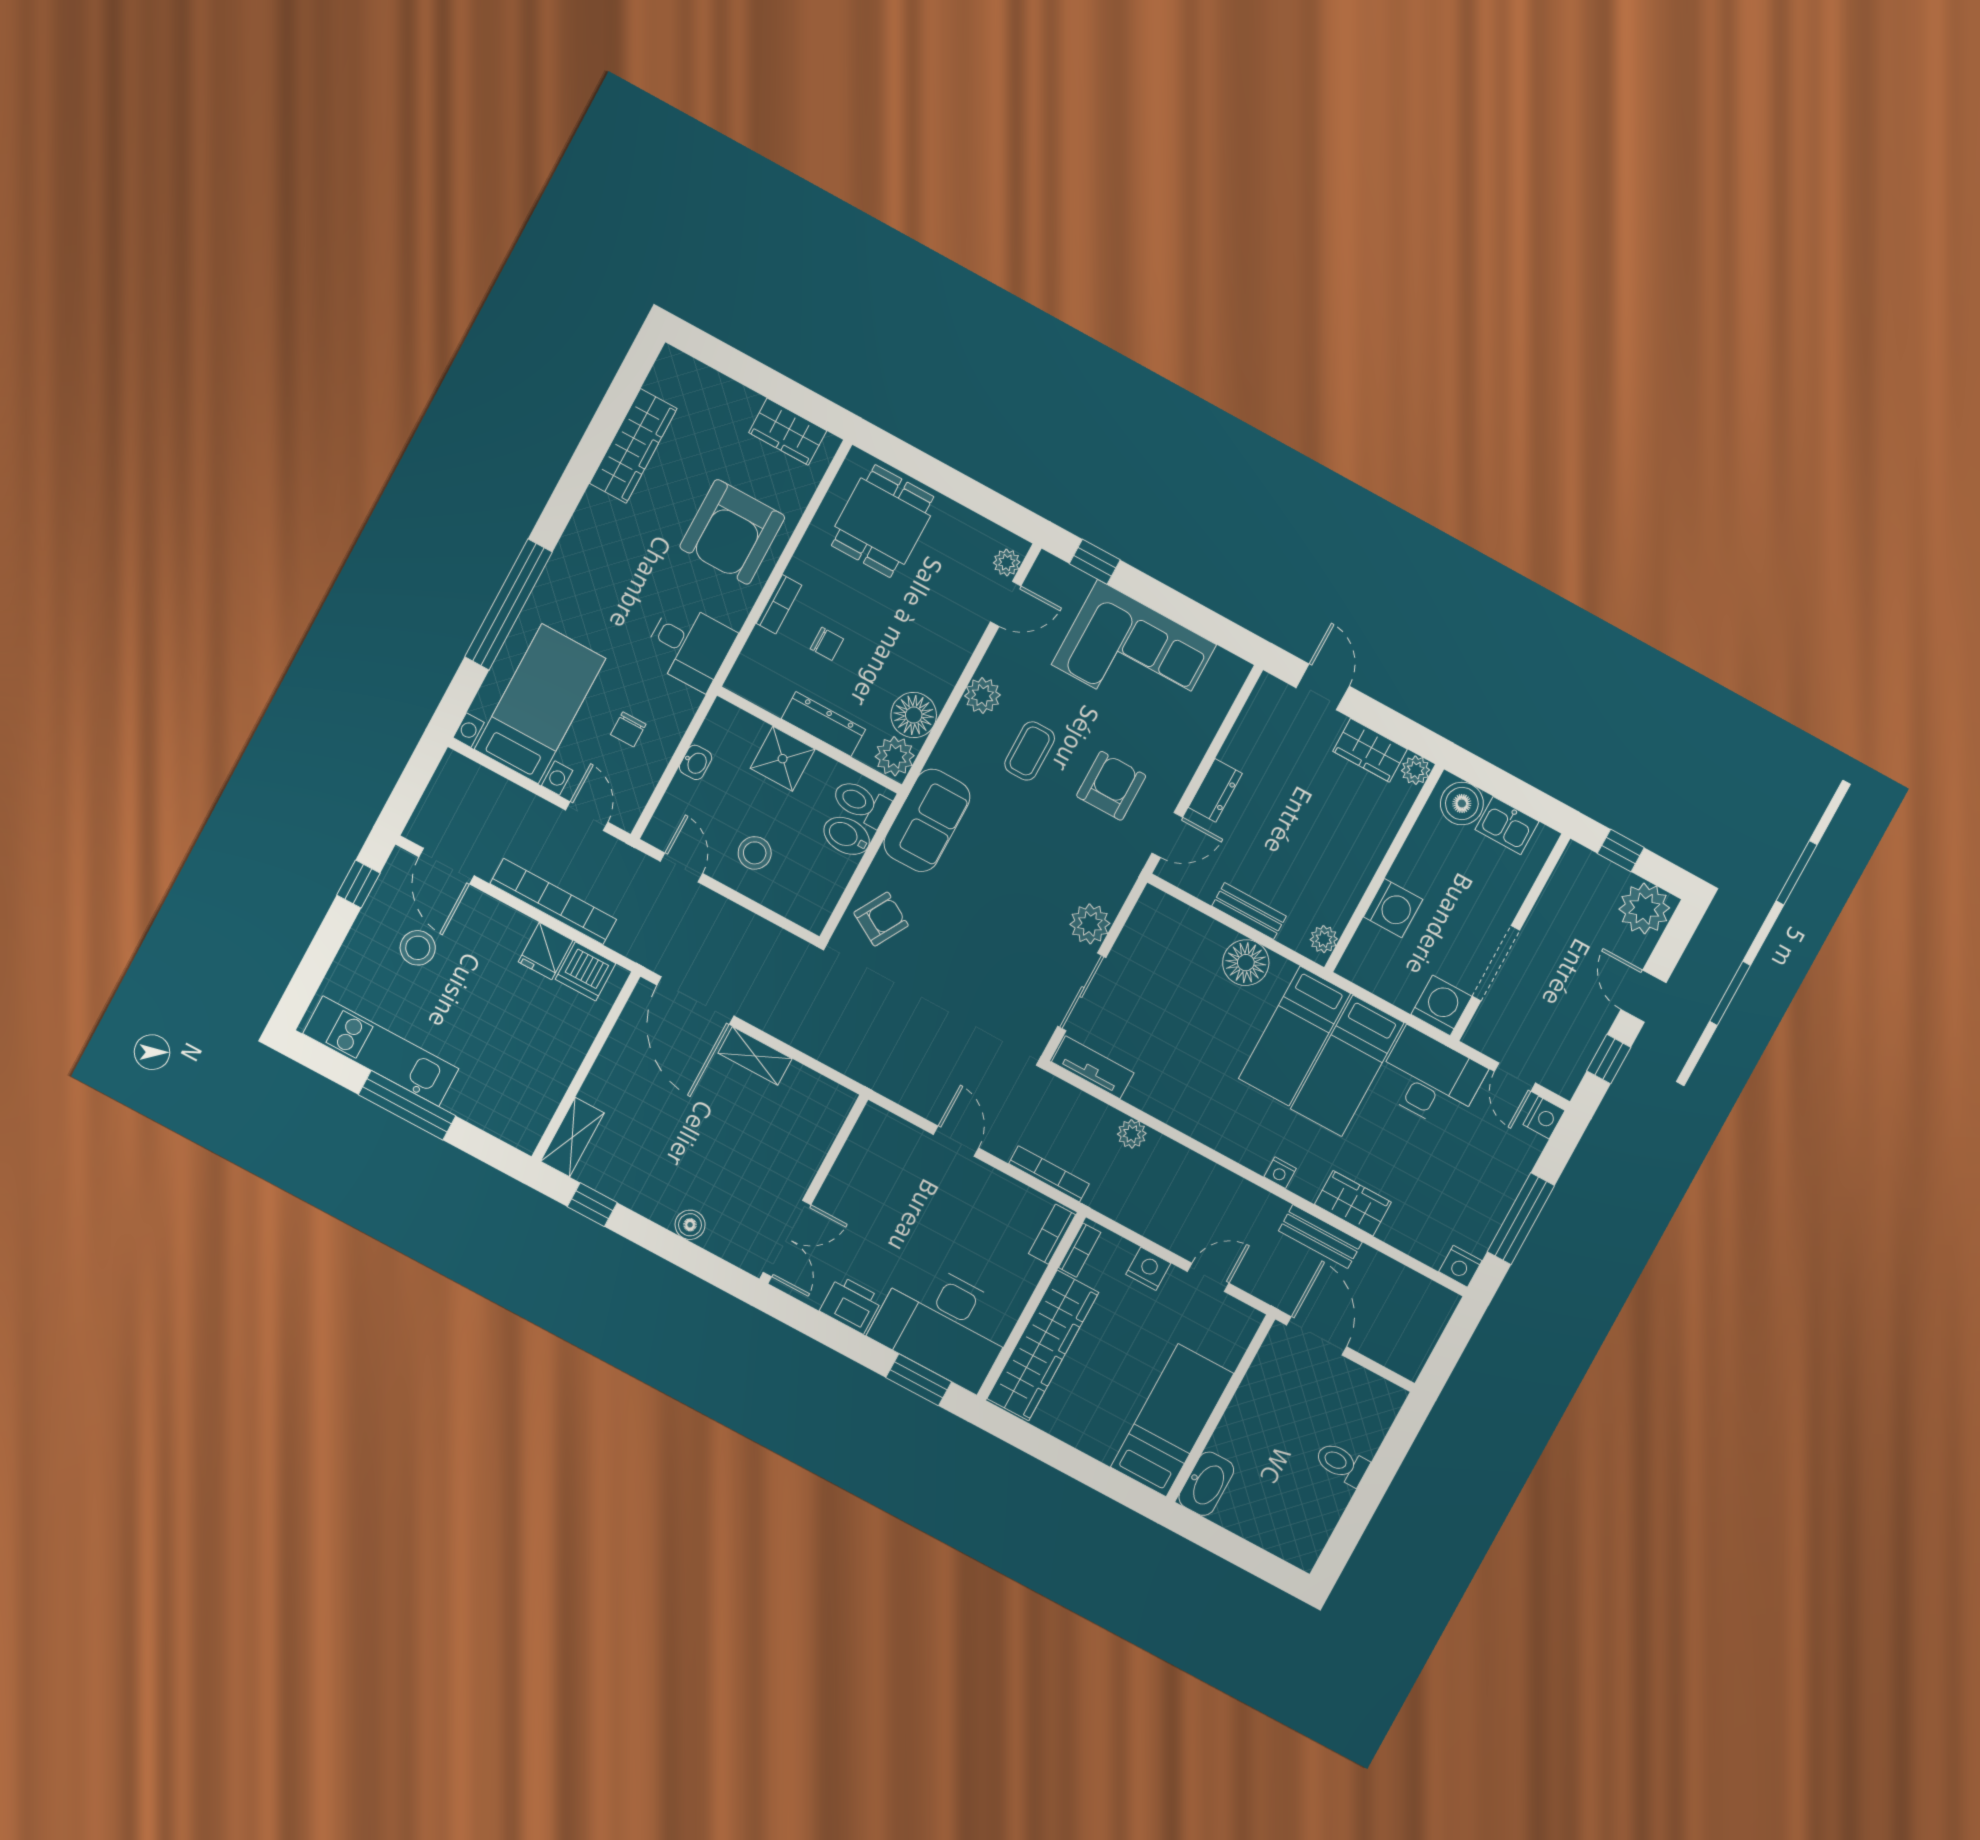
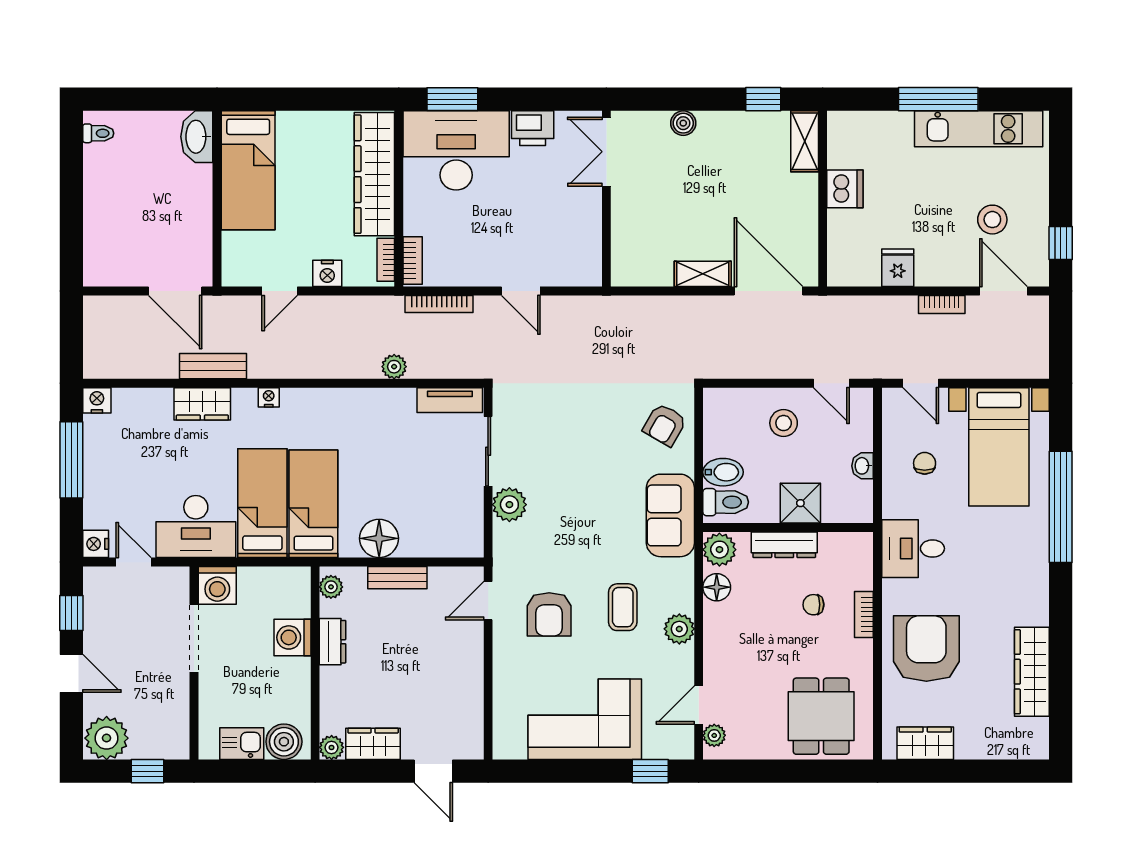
floor lamp: (914, 715) -> (717, 587), width x0.73, depth x0.73
dresser: (1215, 790) -> (333, 642), moved, turned 180
bookcase: (553, 902) -> (942, 304), width x0.43, depth x0.76
dishwasher: (585, 971) -> (845, 189), moved, turned 90
toilet: (1342, 1464) -> (98, 133), moved, width x0.73, depth x0.72

